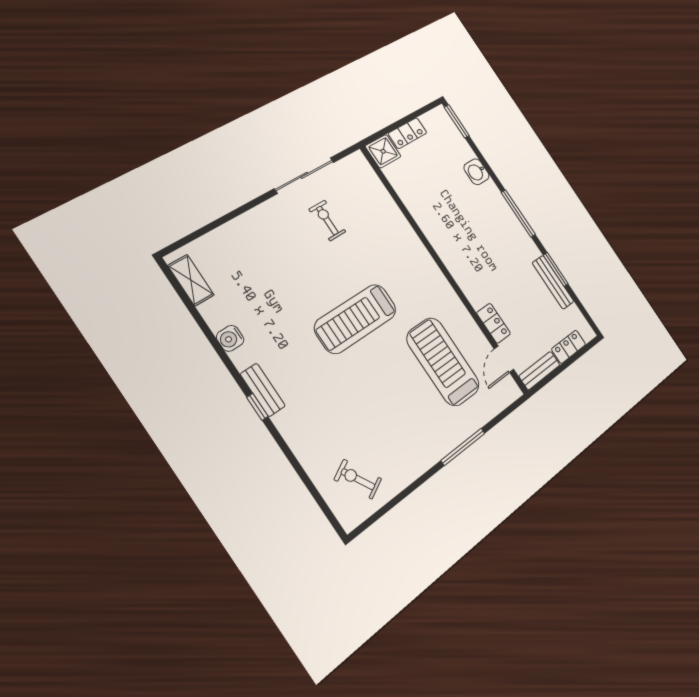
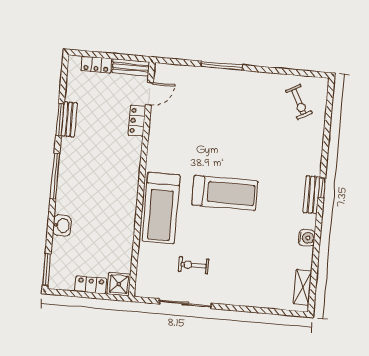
exercise bike: (327, 220) -> (194, 265), turned 90
bench: (553, 282) -> (69, 119), width x0.73
treadmill: (443, 362) -> (161, 208), moved

